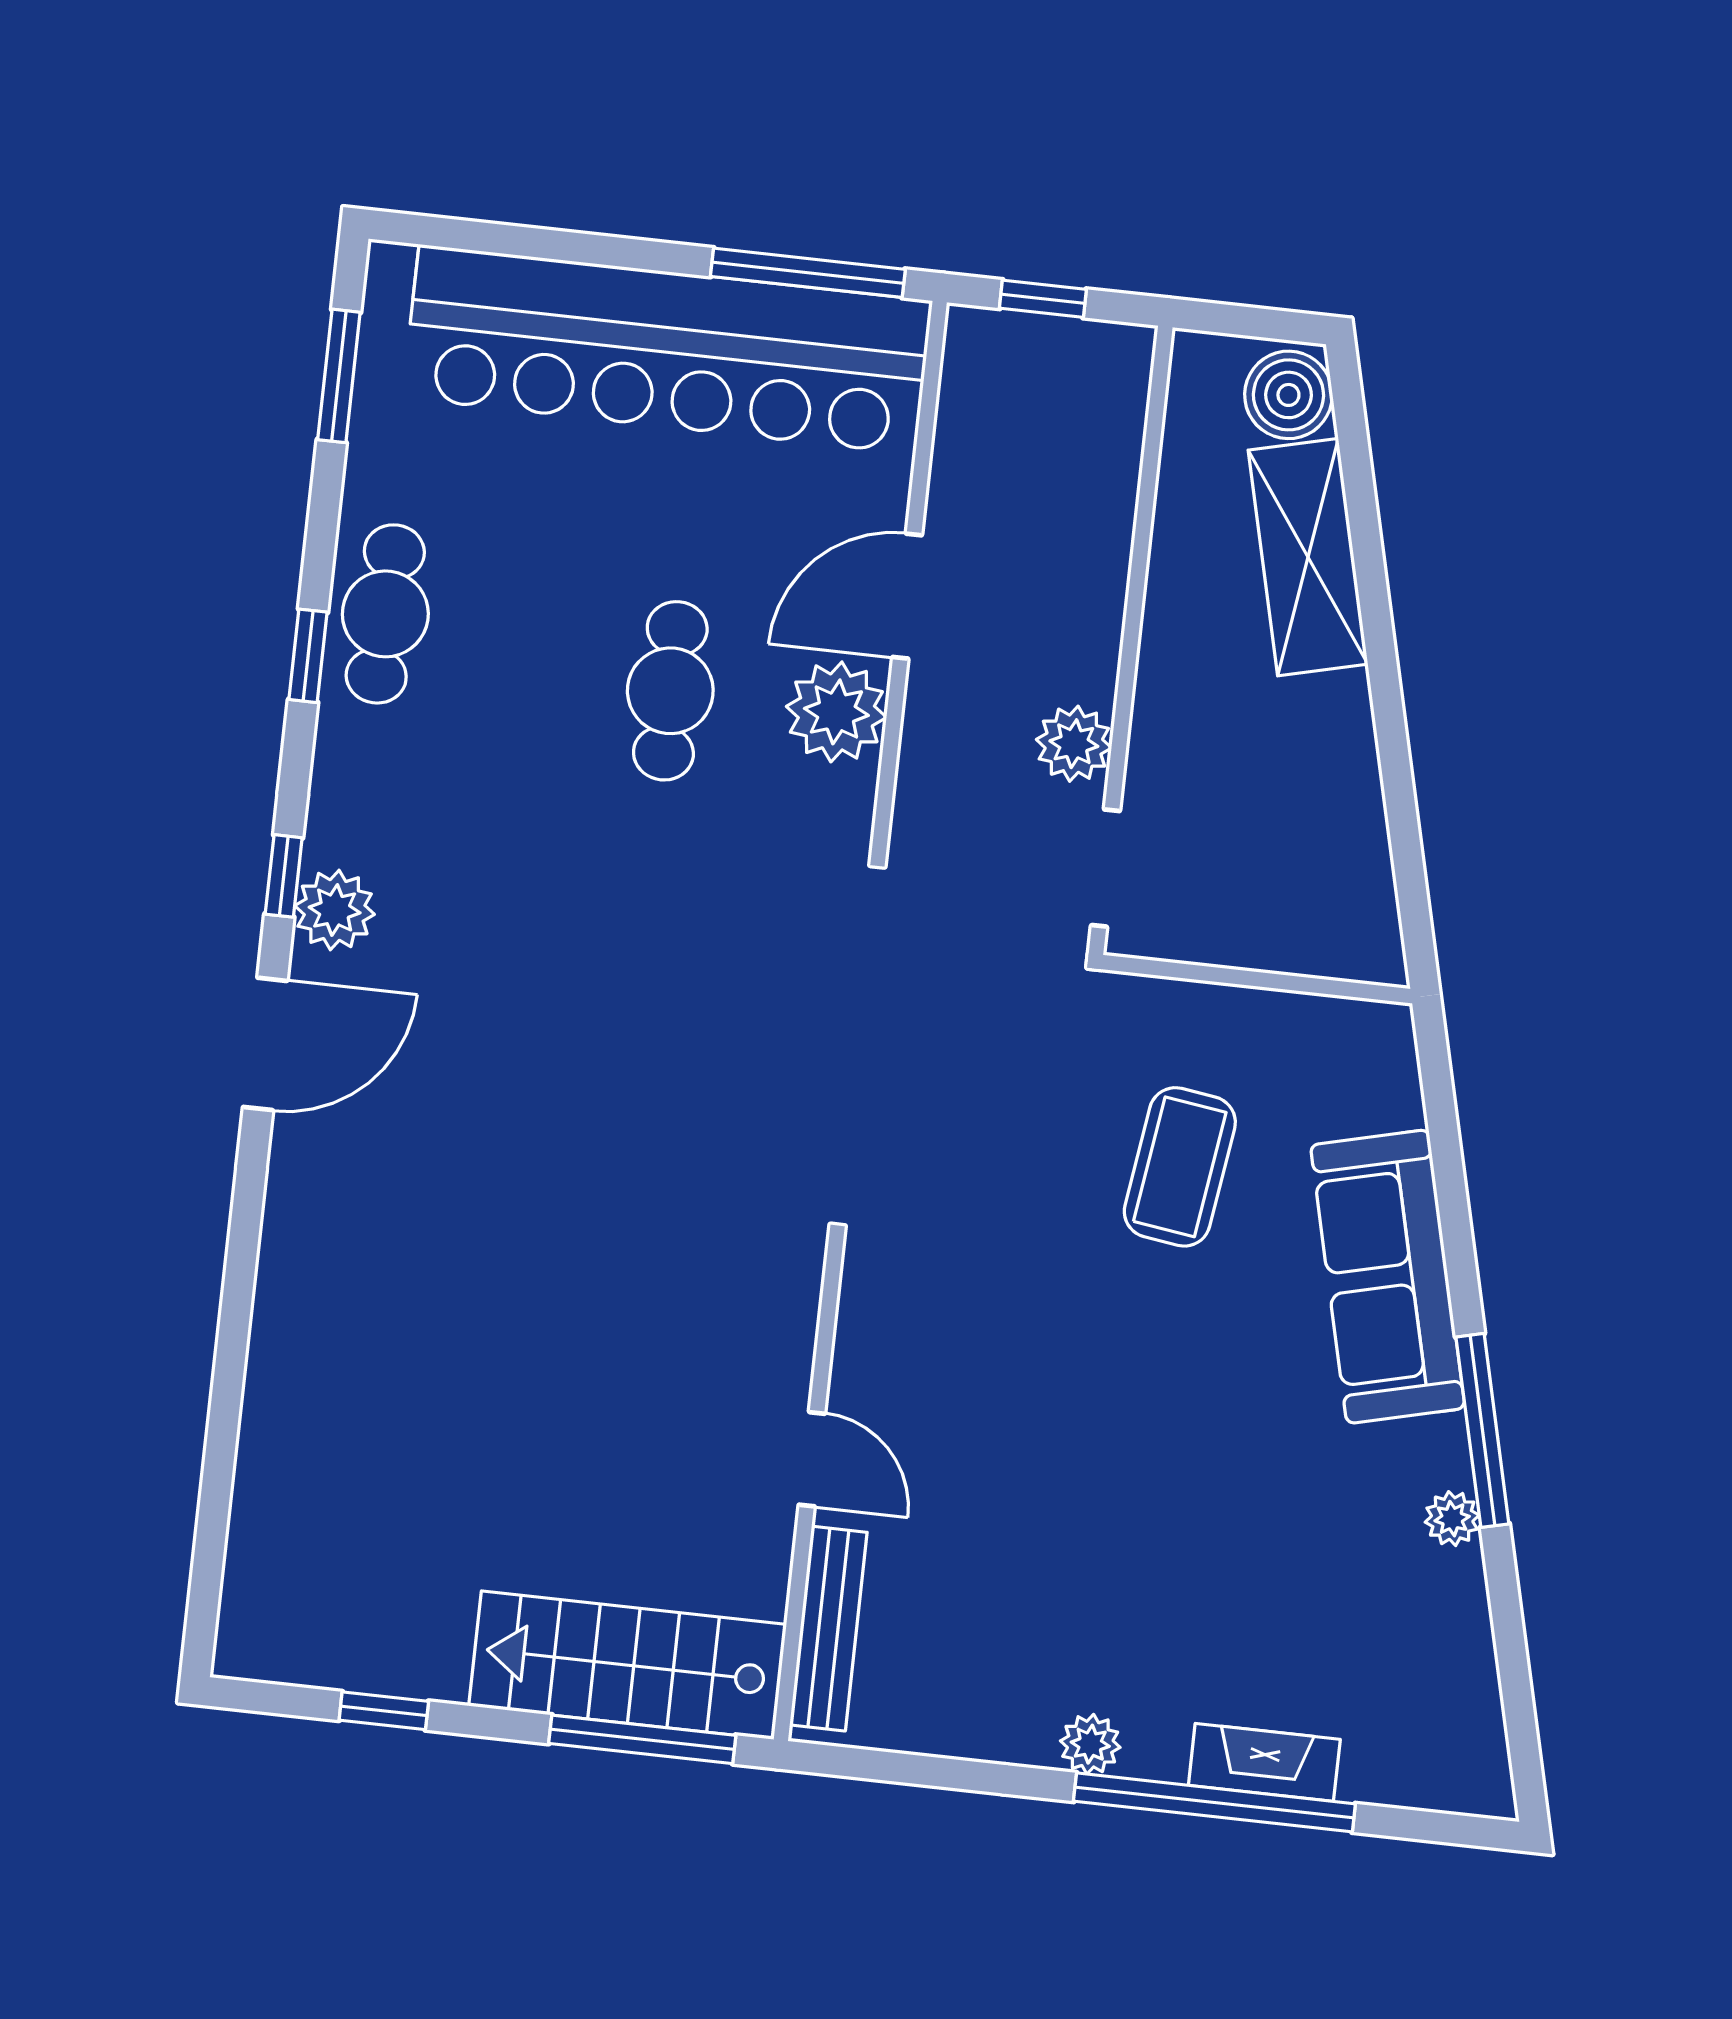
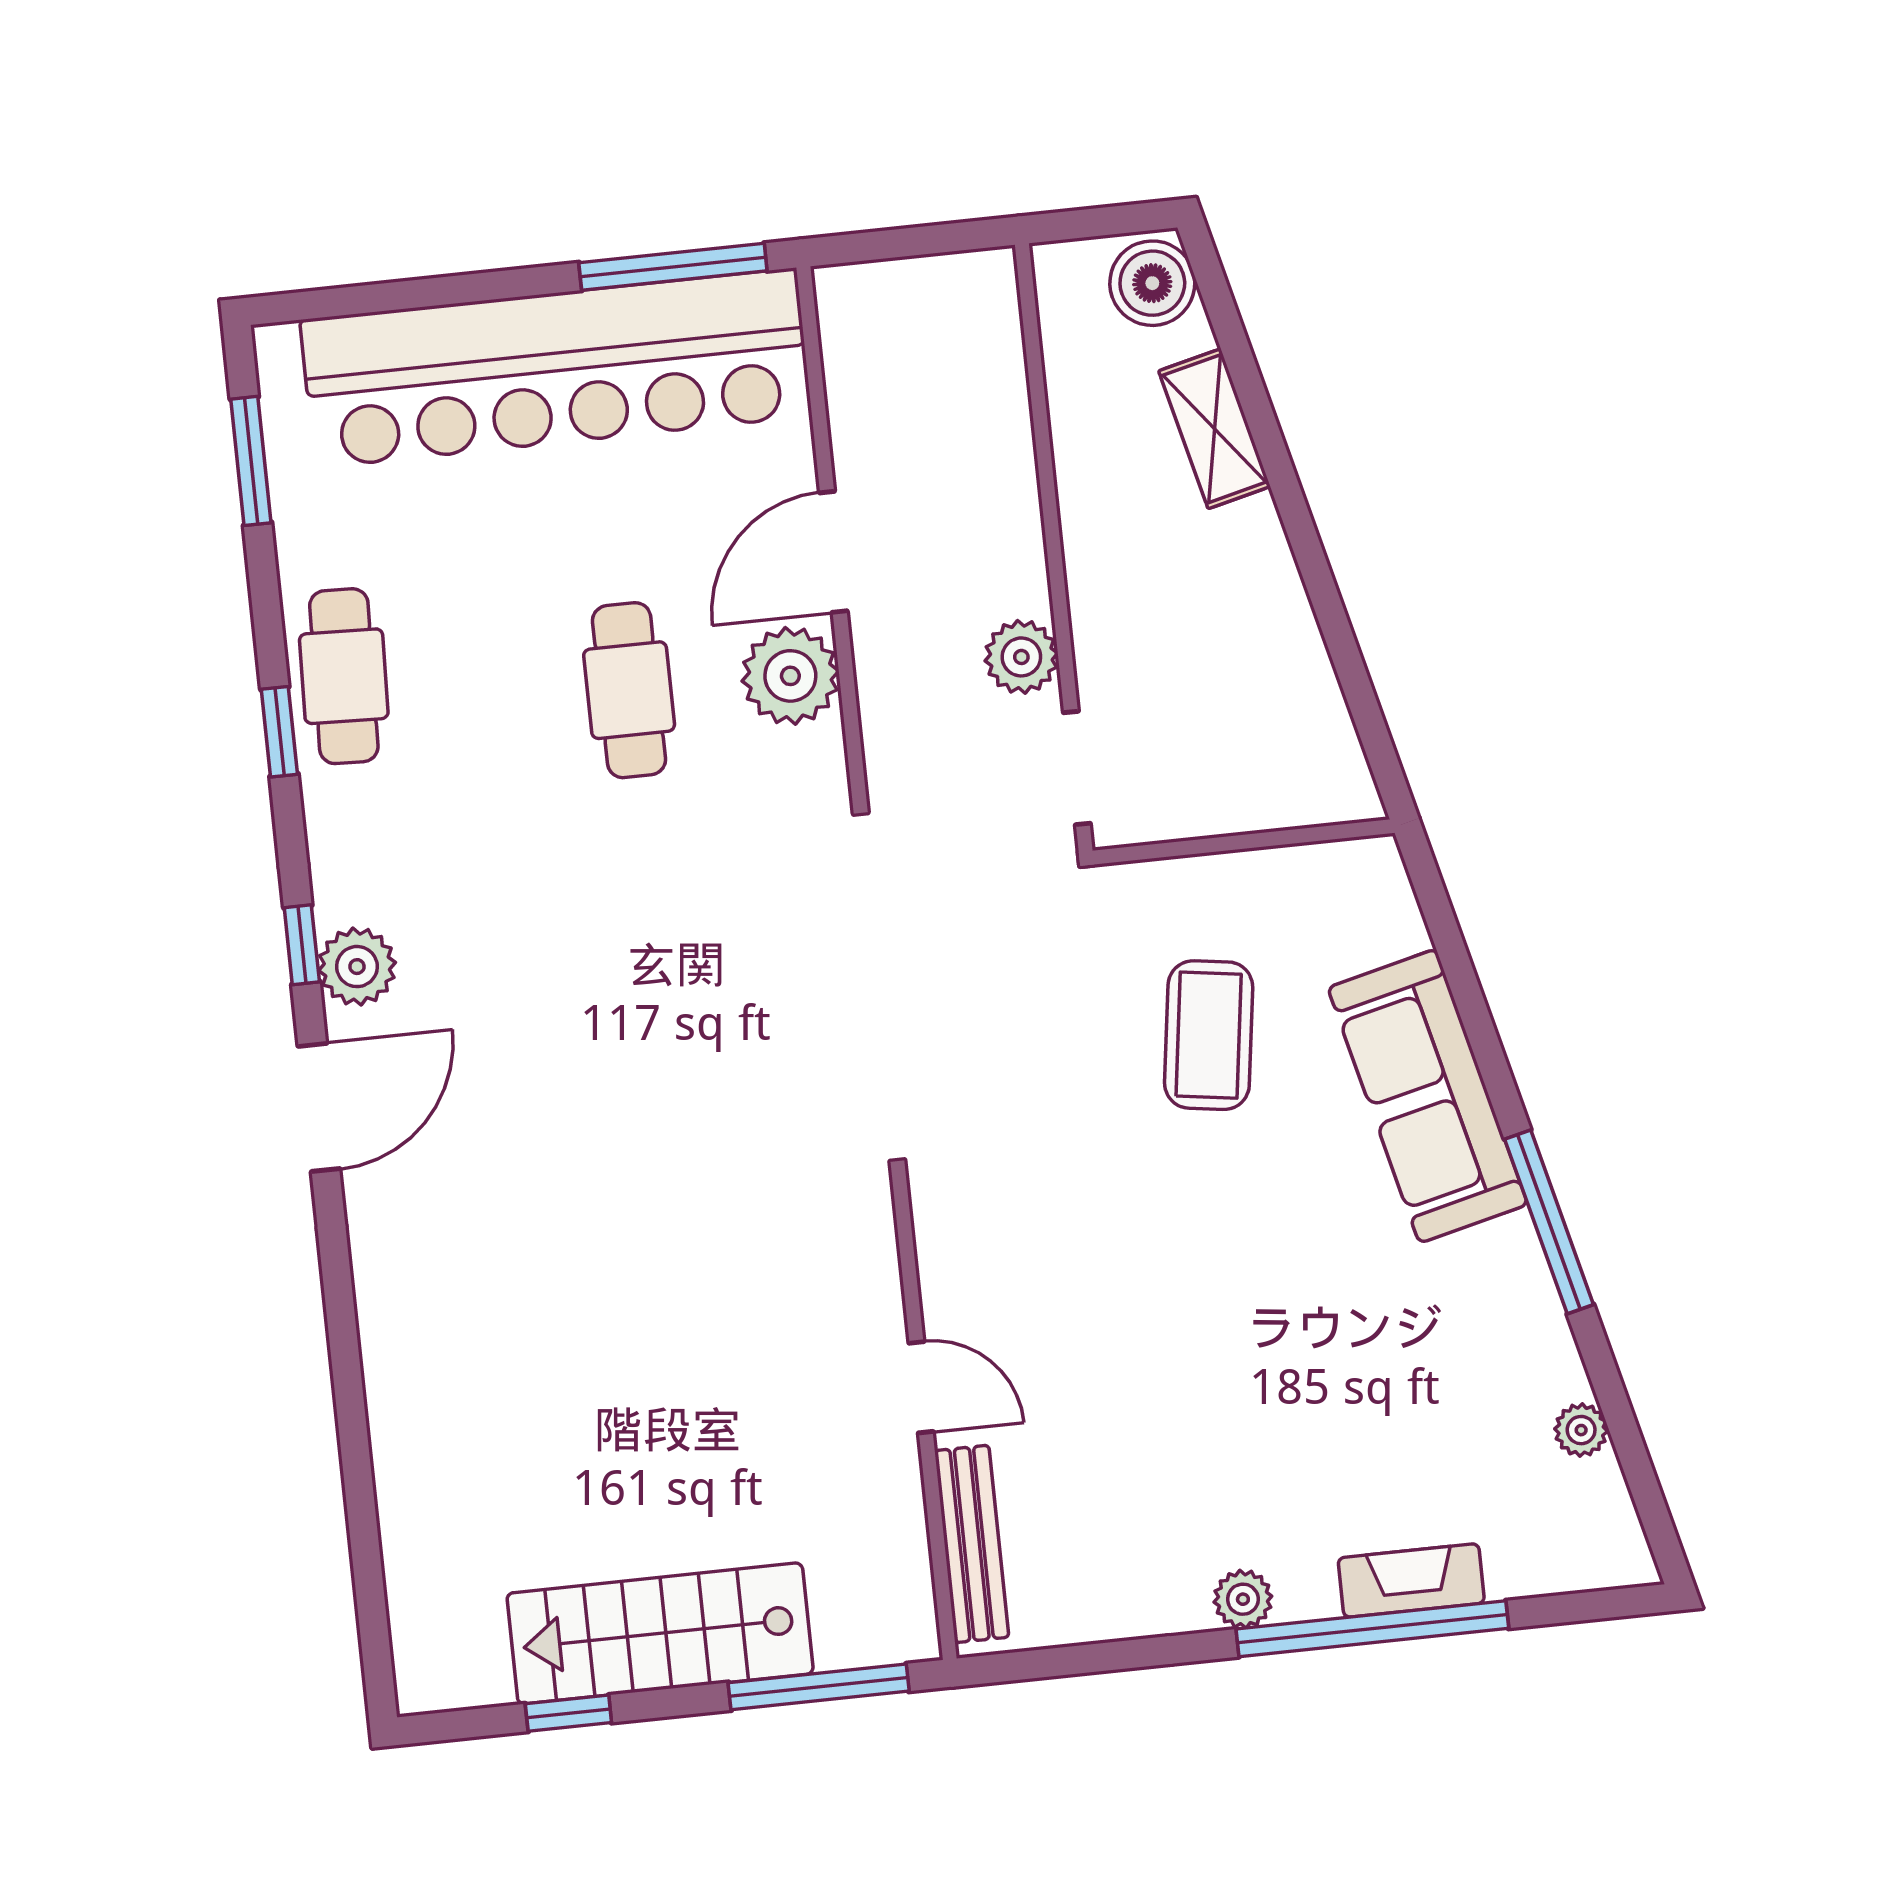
window: (1043, 299) -> (900, 243), removed
shelving: (1308, 557) -> (1214, 429), width x0.67, depth x0.75
plant: (1452, 1519) -> (1581, 1430), moved
stairs: (628, 1665) -> (660, 1633), moved

